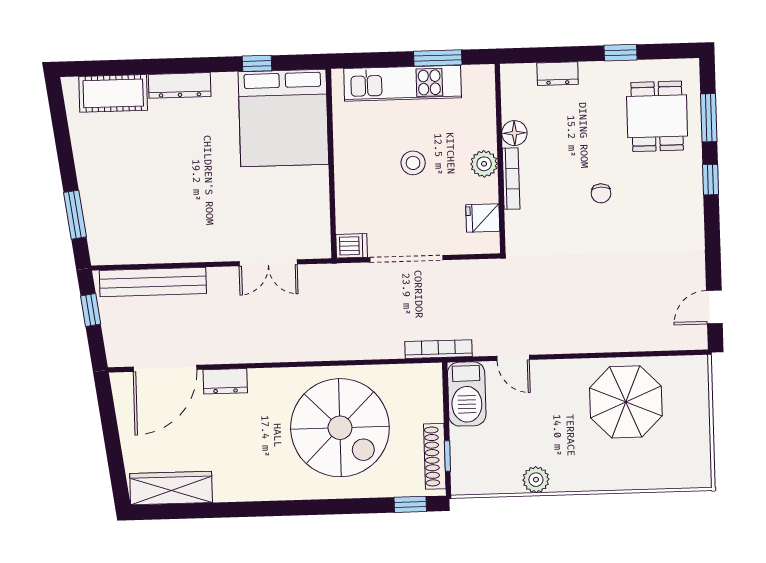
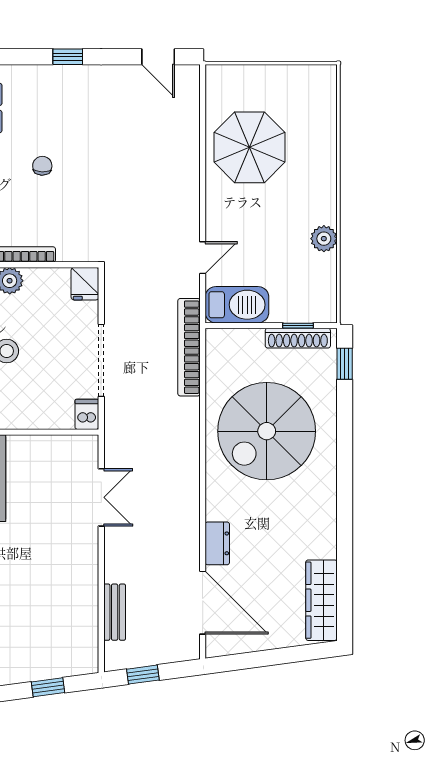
window: (711, 180) -> (68, 57), moved
chair: (601, 193) -> (42, 166), turned -88
window: (75, 215) -> (48, 687), width x0.67
fridge: (483, 218) -> (85, 284), moved
bench: (153, 282) -> (115, 612), width x0.54, depth x0.82
bookcase: (438, 349) -> (189, 347), width x1.48, depth x1.31
spiral stairs: (340, 428) -> (267, 431), turned 180

